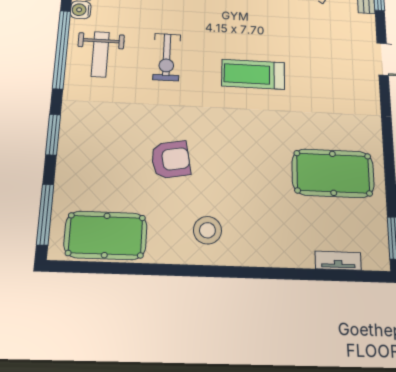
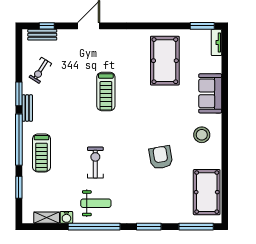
exercise bike: (167, 57) -> (95, 163), turned -90
treadmill: (253, 74) -> (106, 92), moved
sofa: (279, 248) -> (210, 93), added
tv unit: (338, 261) -> (216, 42), moved

